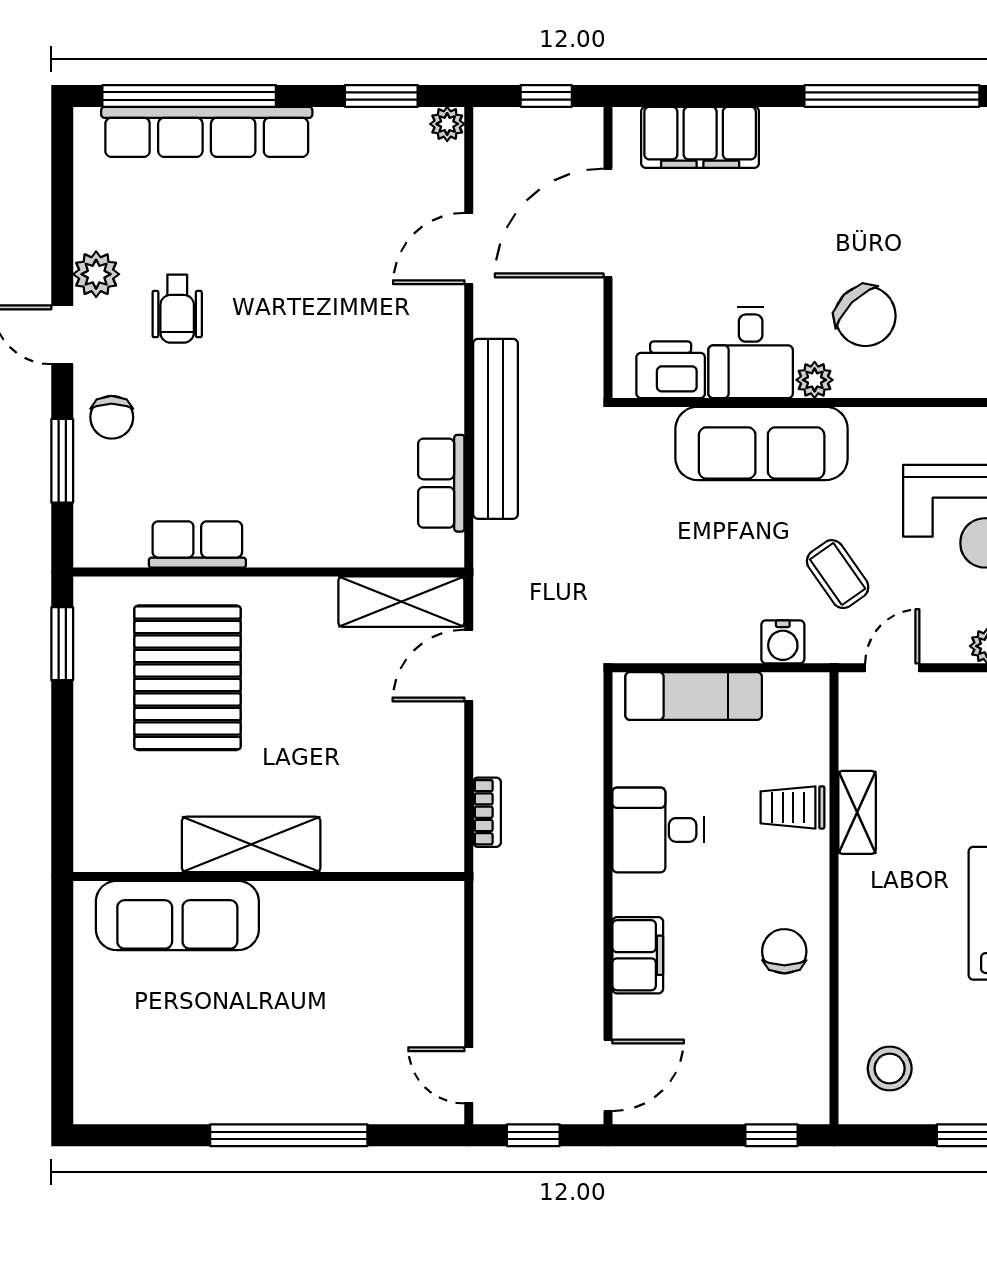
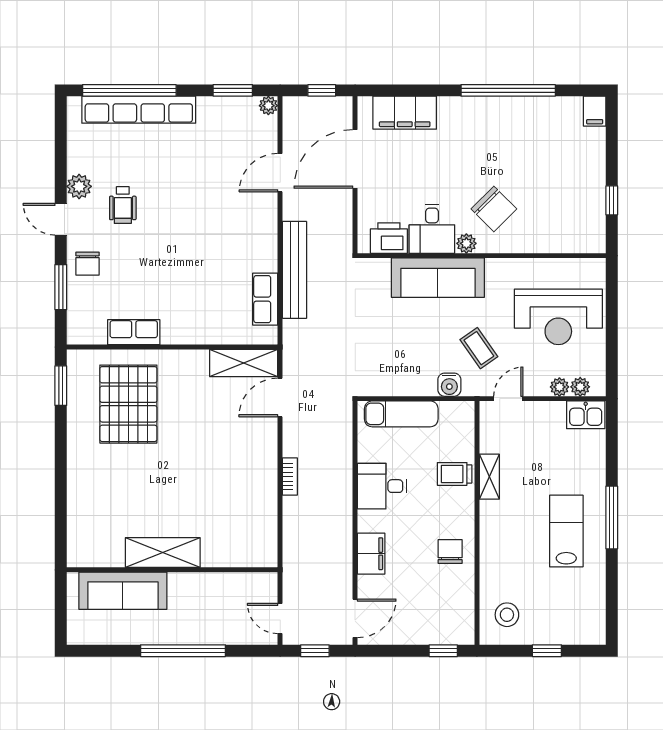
shelving: (251, 844) -> (163, 553), moved
wall: (269, 876) -> (172, 570), moved
sofa: (177, 915) -> (123, 591), moved

